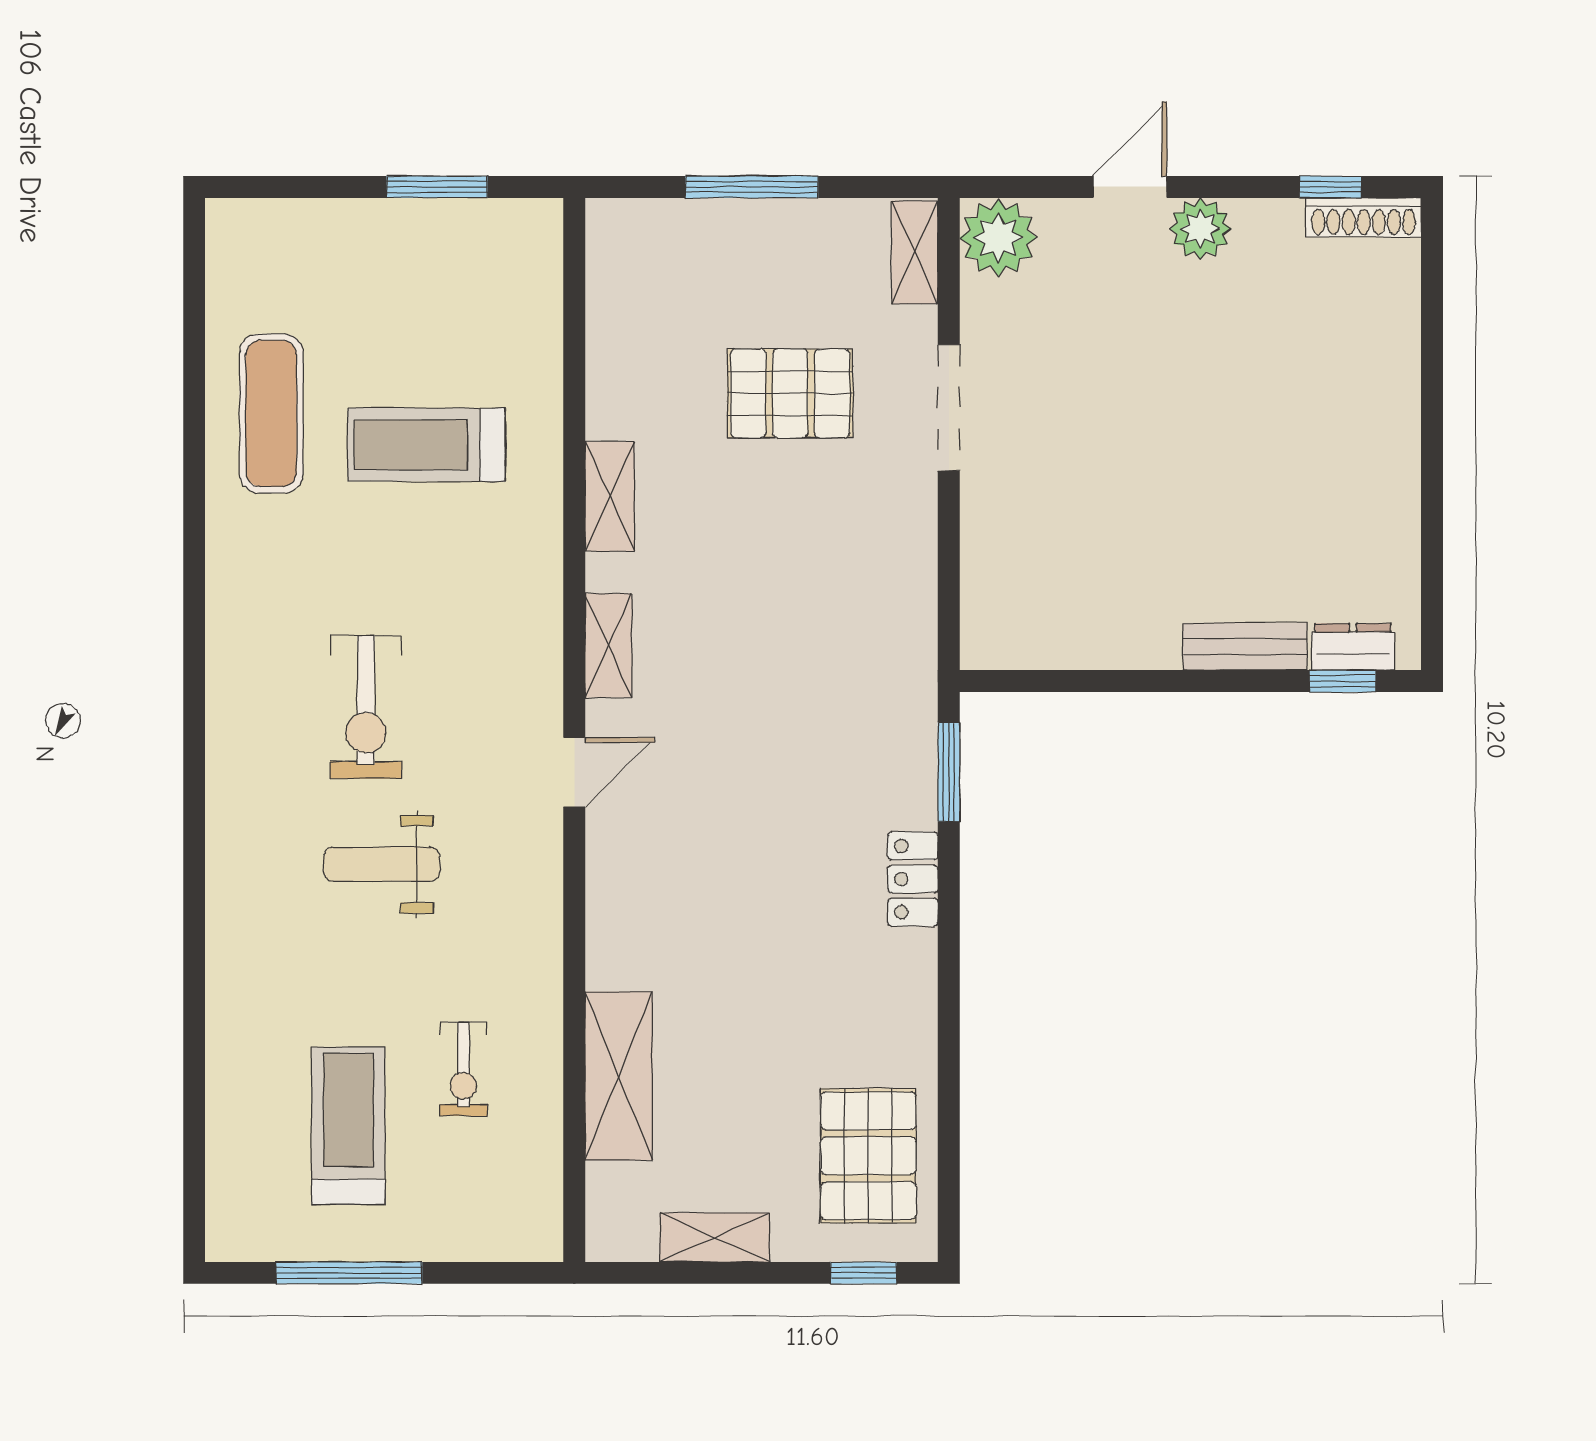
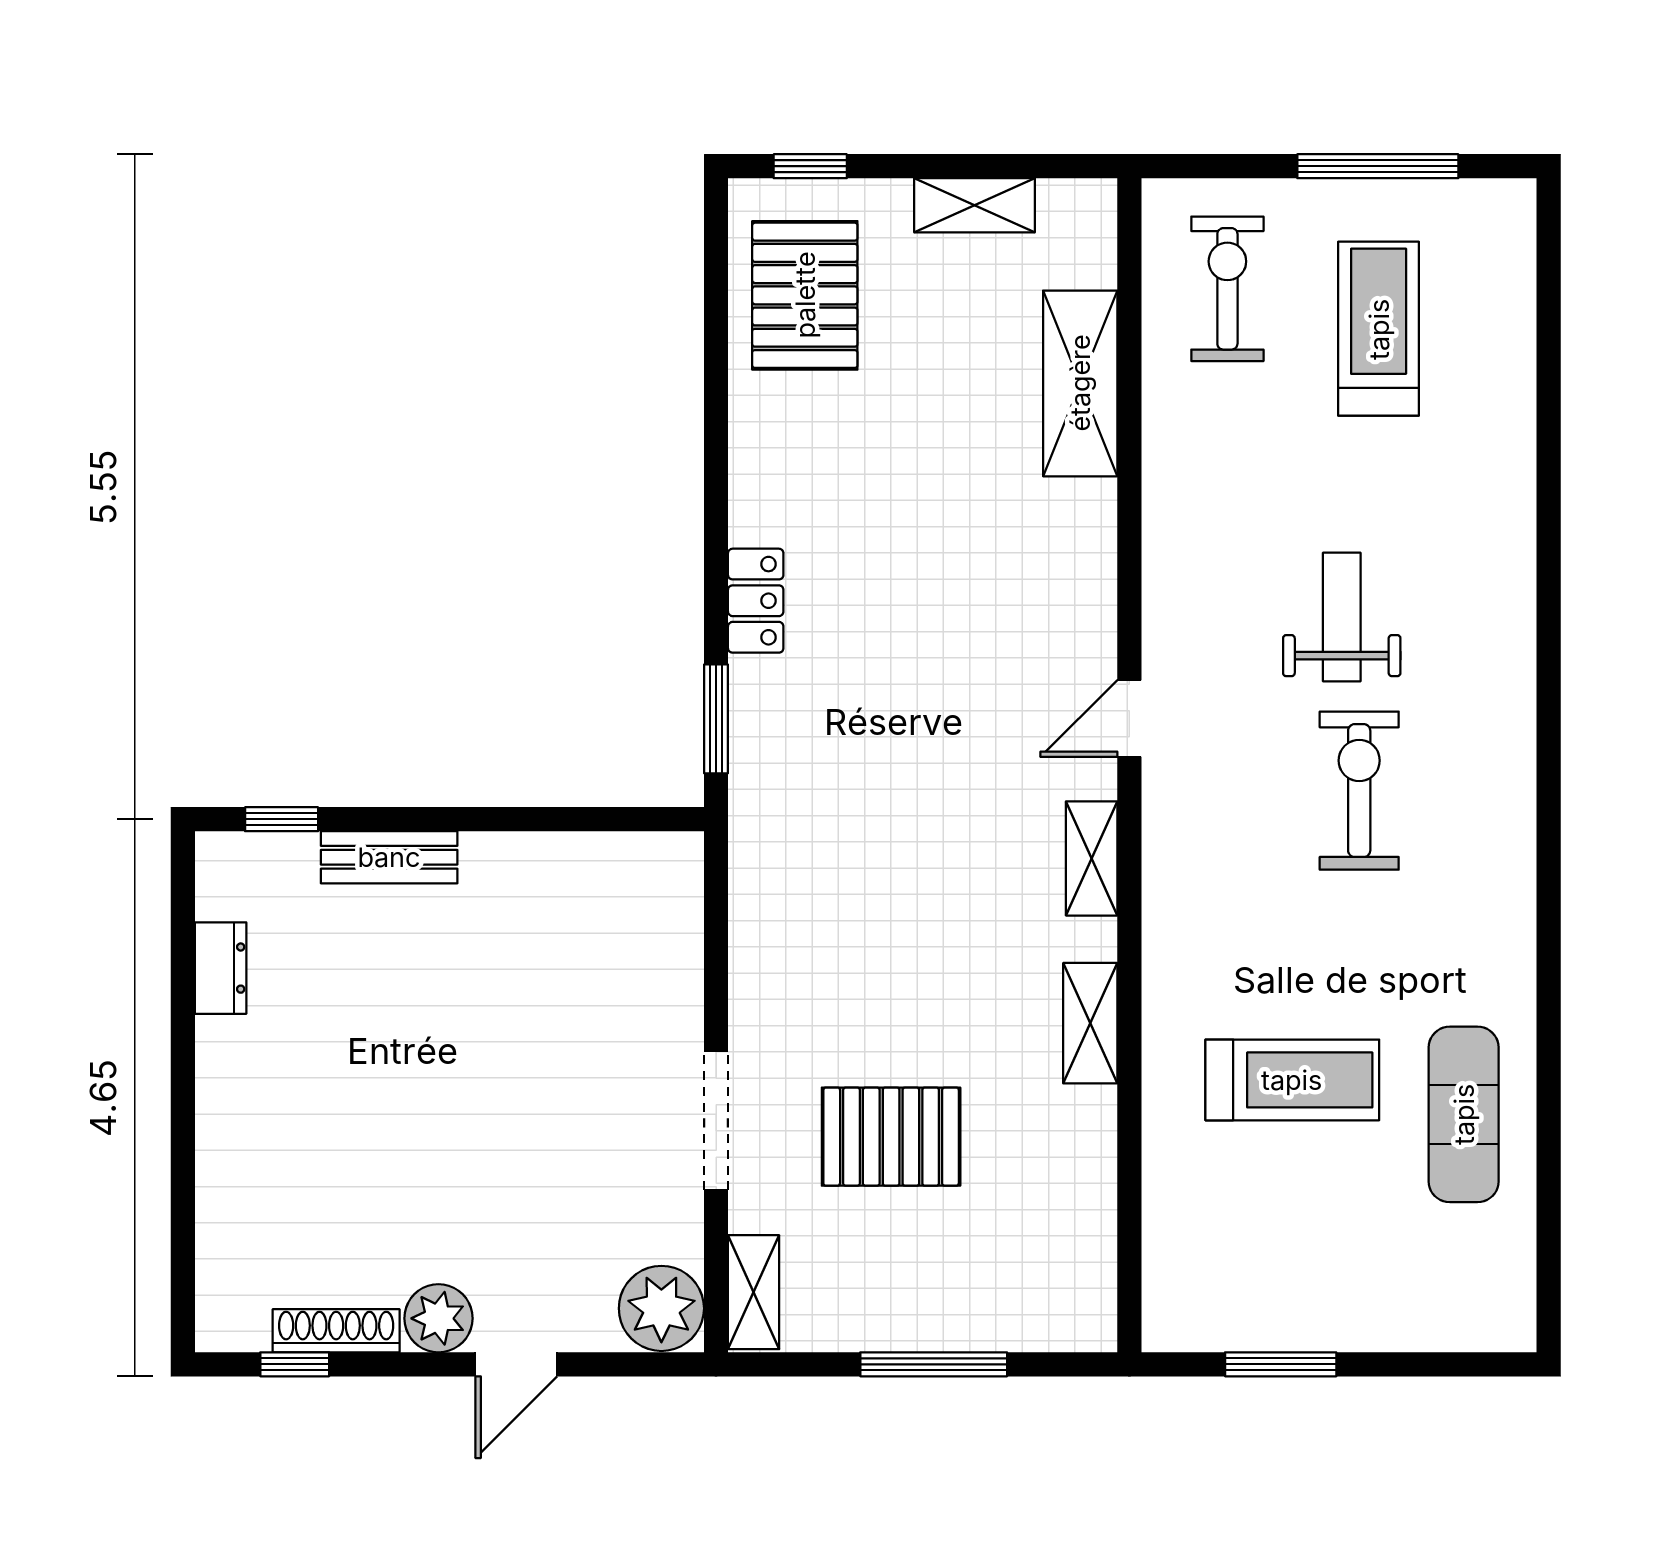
shoe rack: (1364, 217) -> (336, 1331), moved
dresser: (1353, 647) -> (221, 968), moved, turned -90
weight bench: (382, 864) -> (1342, 617), turned -90
exercise bike: (463, 1069) -> (1227, 289), moved, width x1.38, depth x1.39
treadmill: (348, 1126) -> (1379, 329), turned 180

